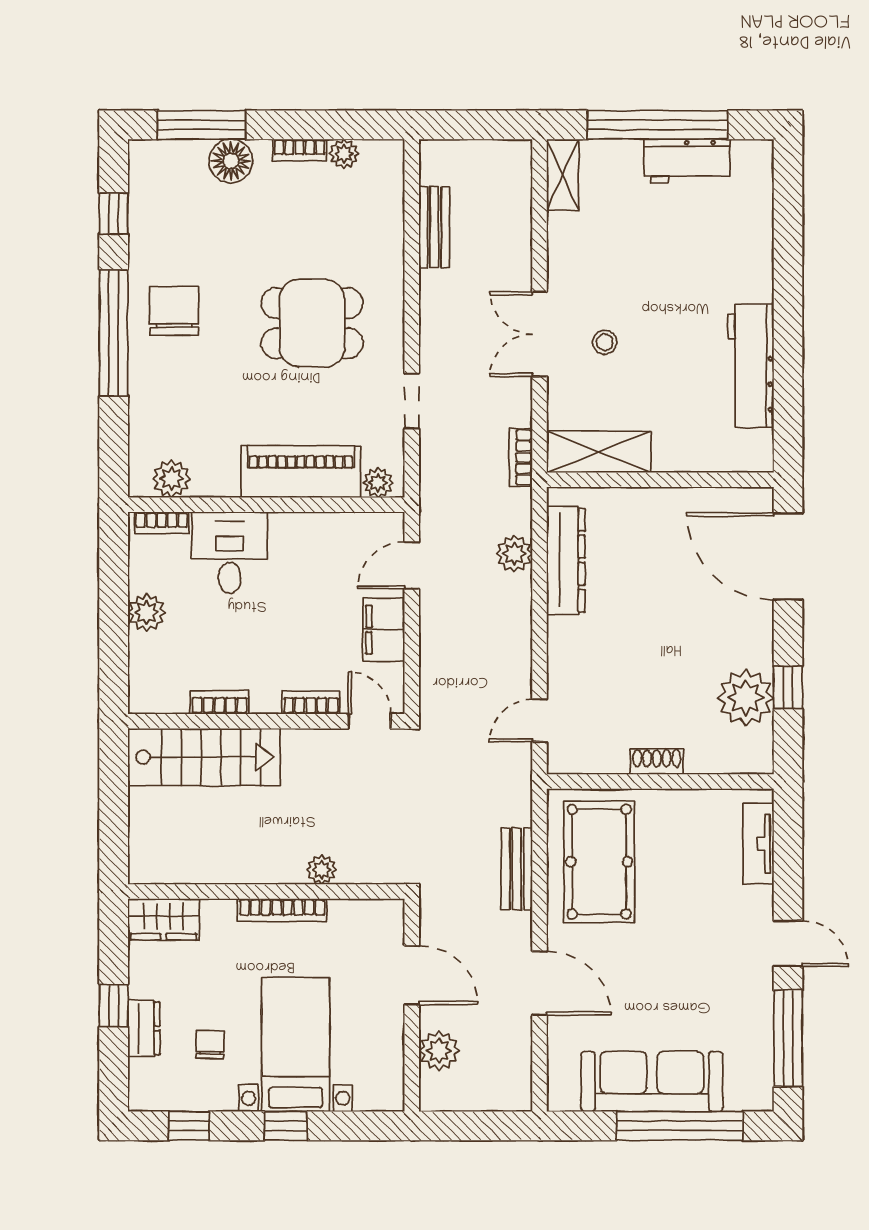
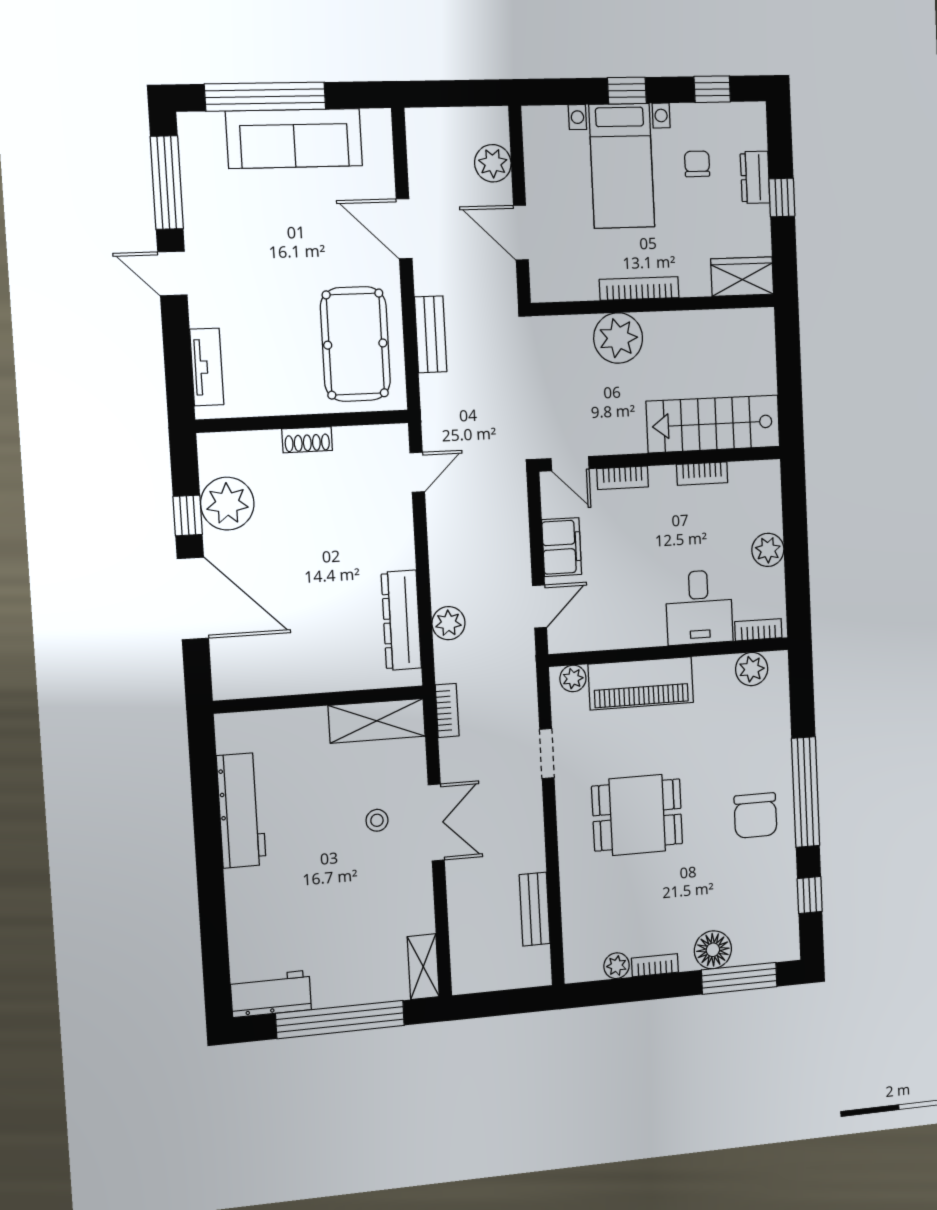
workbench: (687, 161) -> (271, 994), moved
door: (788, 556) -> (193, 598), moved
plant: (322, 870) -> (618, 338), width x1.88, depth x1.88
chair: (210, 1045) -> (697, 164), turned 180

